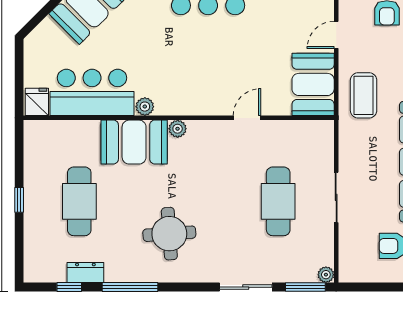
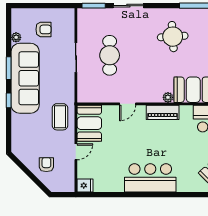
piano: (187, 103) -> (163, 112), added
plant: (145, 107) -> (187, 110), removed
plant: (326, 275) -> (82, 13), removed

